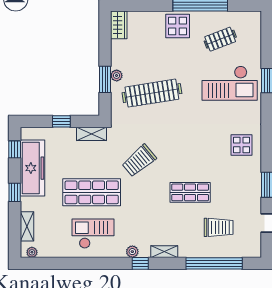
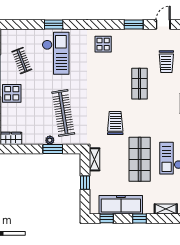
trolley: (139, 161) -> (115, 123), turned -140
trolley: (219, 227) -> (166, 62), turned 180

